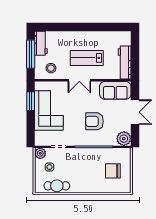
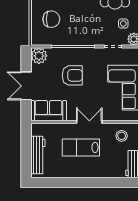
lab bench: (87, 58) -> (81, 147), turned 180
workbench: (125, 63) -> (38, 155), moved

